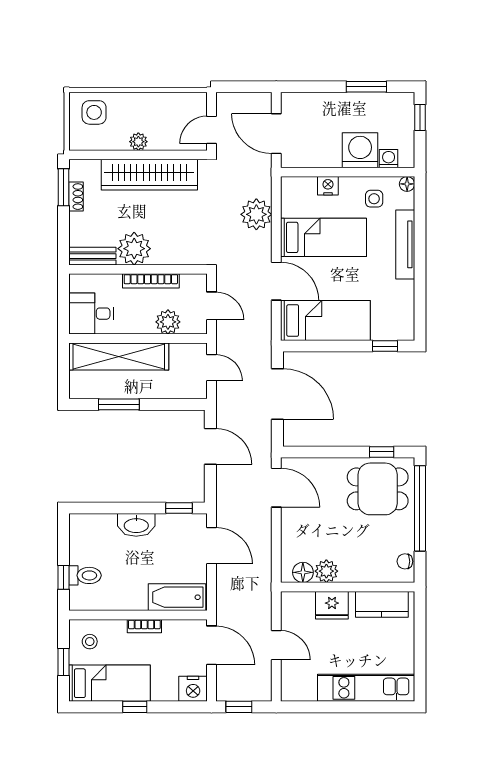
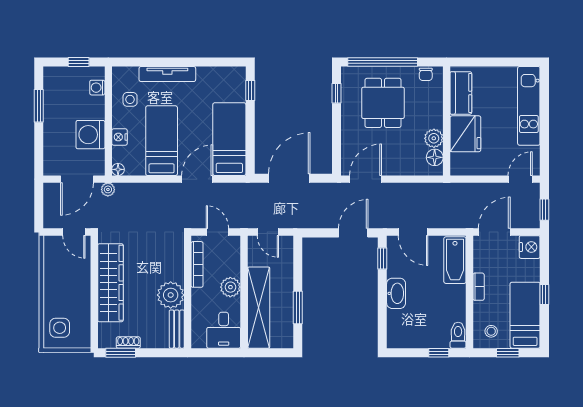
window: (420, 118) -> (79, 62), moved
plant: (138, 142) -> (83, 292), removed
washing machine: (360, 150) -> (90, 135), moved
floor lamp: (407, 184) -> (118, 169), moved
plant: (256, 214) -> (108, 189), moved, width x0.53, depth x0.53
bookcase: (151, 281) -> (197, 264), moved
door: (211, 306) -> (217, 232), hinge flipped
plant: (168, 322) -> (230, 287), moved
door: (211, 368) -> (268, 232), swing flipped
door: (210, 446) -> (353, 233), moved
dining table: (378, 489) -> (383, 103), moved
door: (211, 546) -> (413, 232), swing flipped
toilet: (85, 575) -> (458, 335), moved
fridge: (332, 605) -> (465, 134), width x1.36, depth x1.34
door: (276, 645) -> (520, 179), moved

